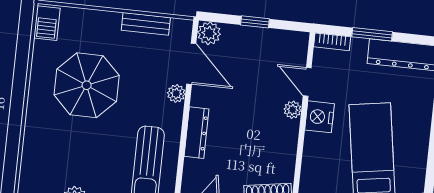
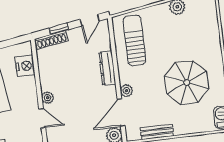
door: (191, 64) -> (121, 113), hinge flipped
nightstand: (320, 117) -> (25, 66), moved

